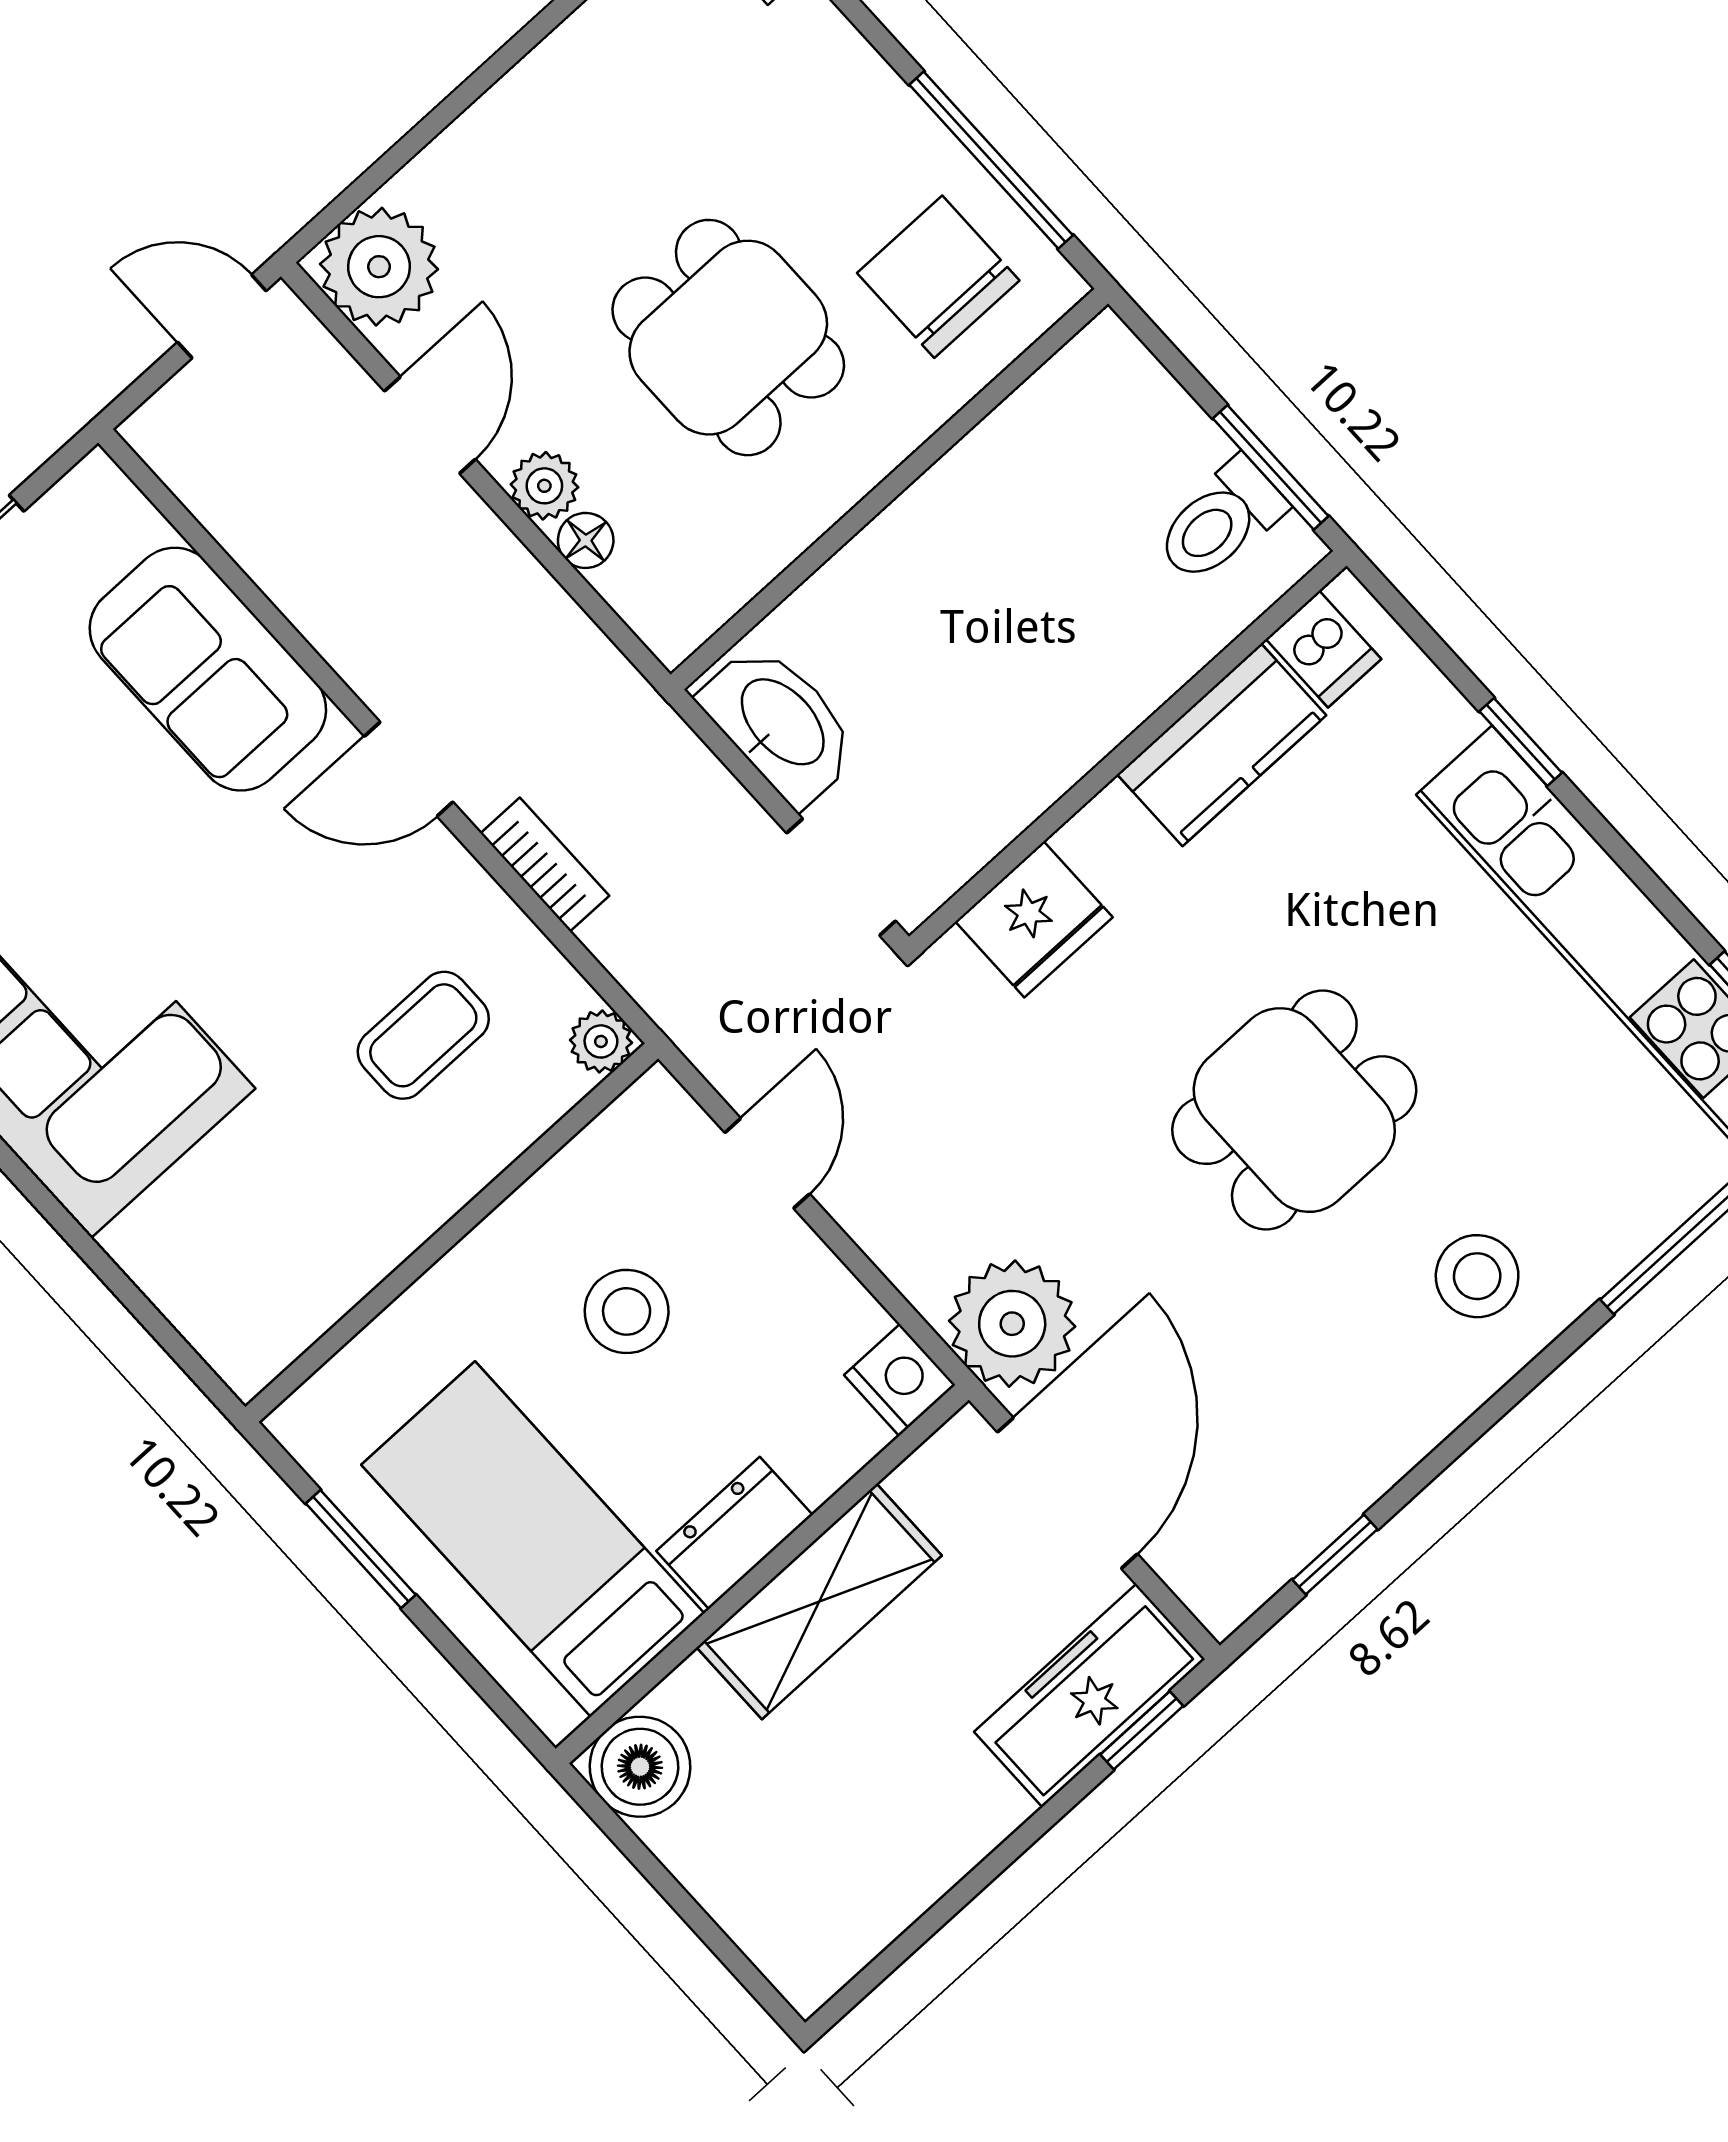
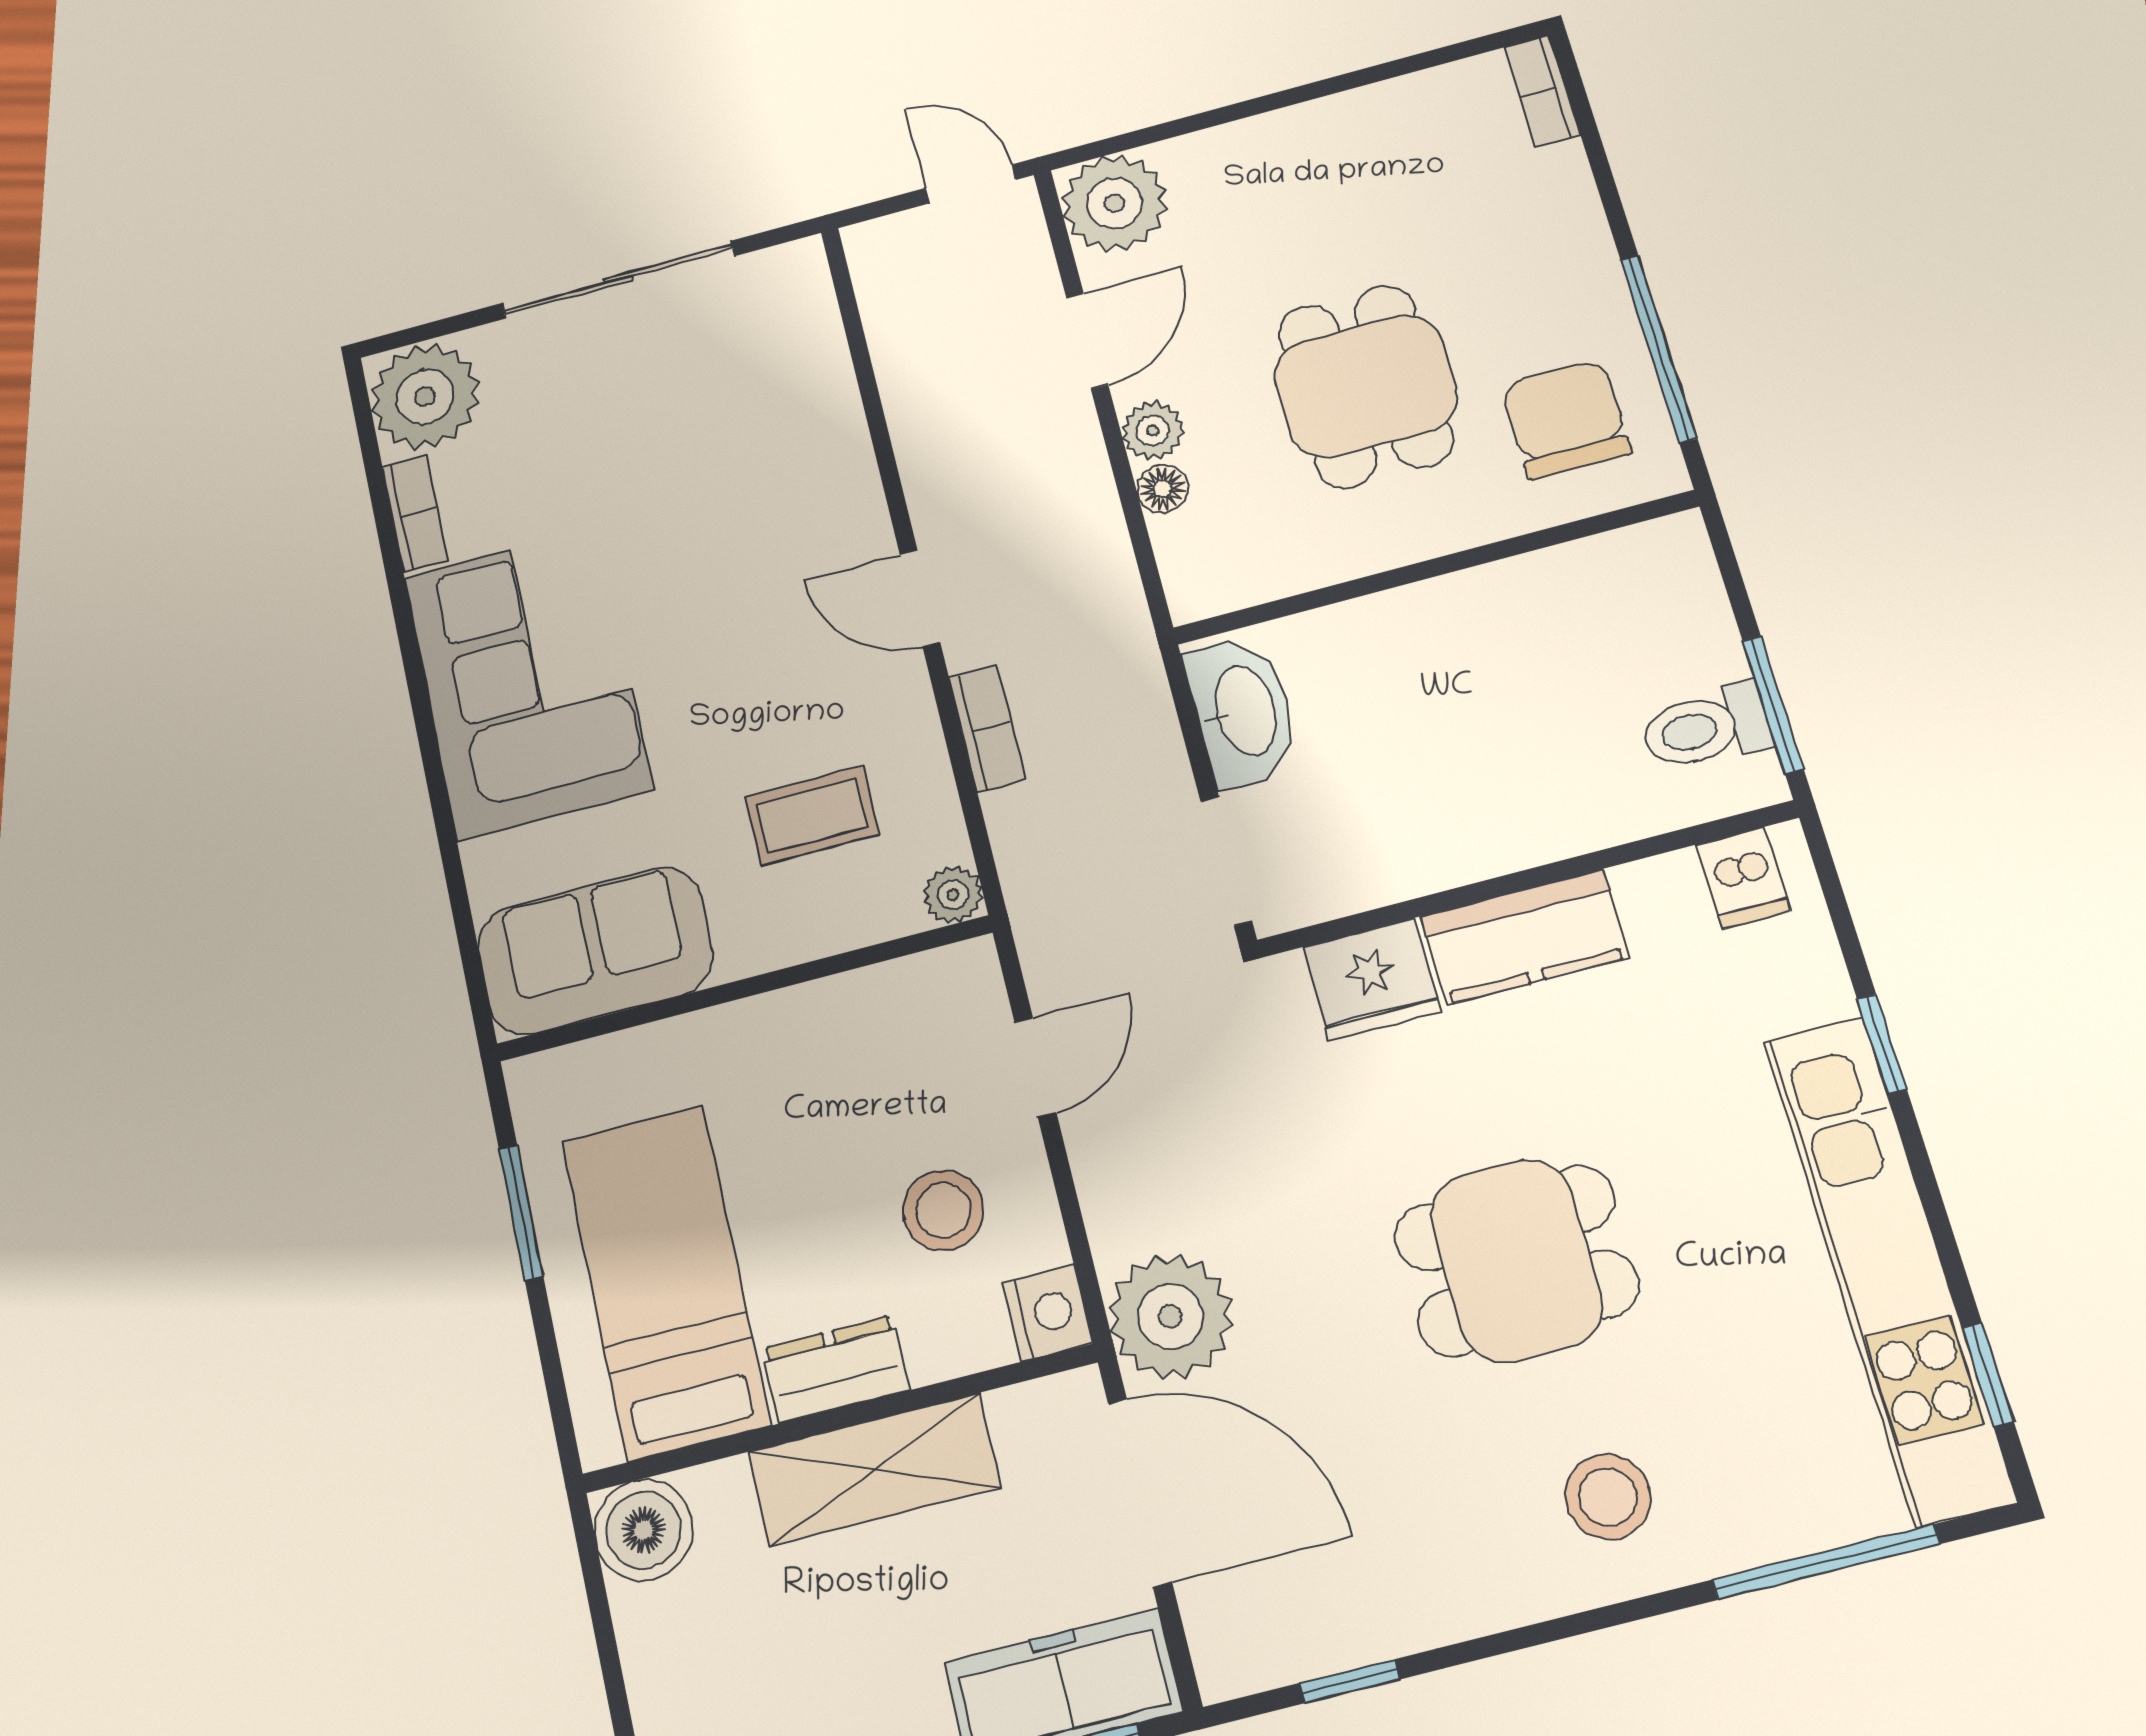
sofa: (208, 669) -> (595, 951), moved, turned 90
kitchen counter: (1222, 745) -> (1525, 937), moved
stool: (627, 1311) -> (943, 1210), moved
door: (1067, 1493) -> (1140, 1492), hinge flipped

